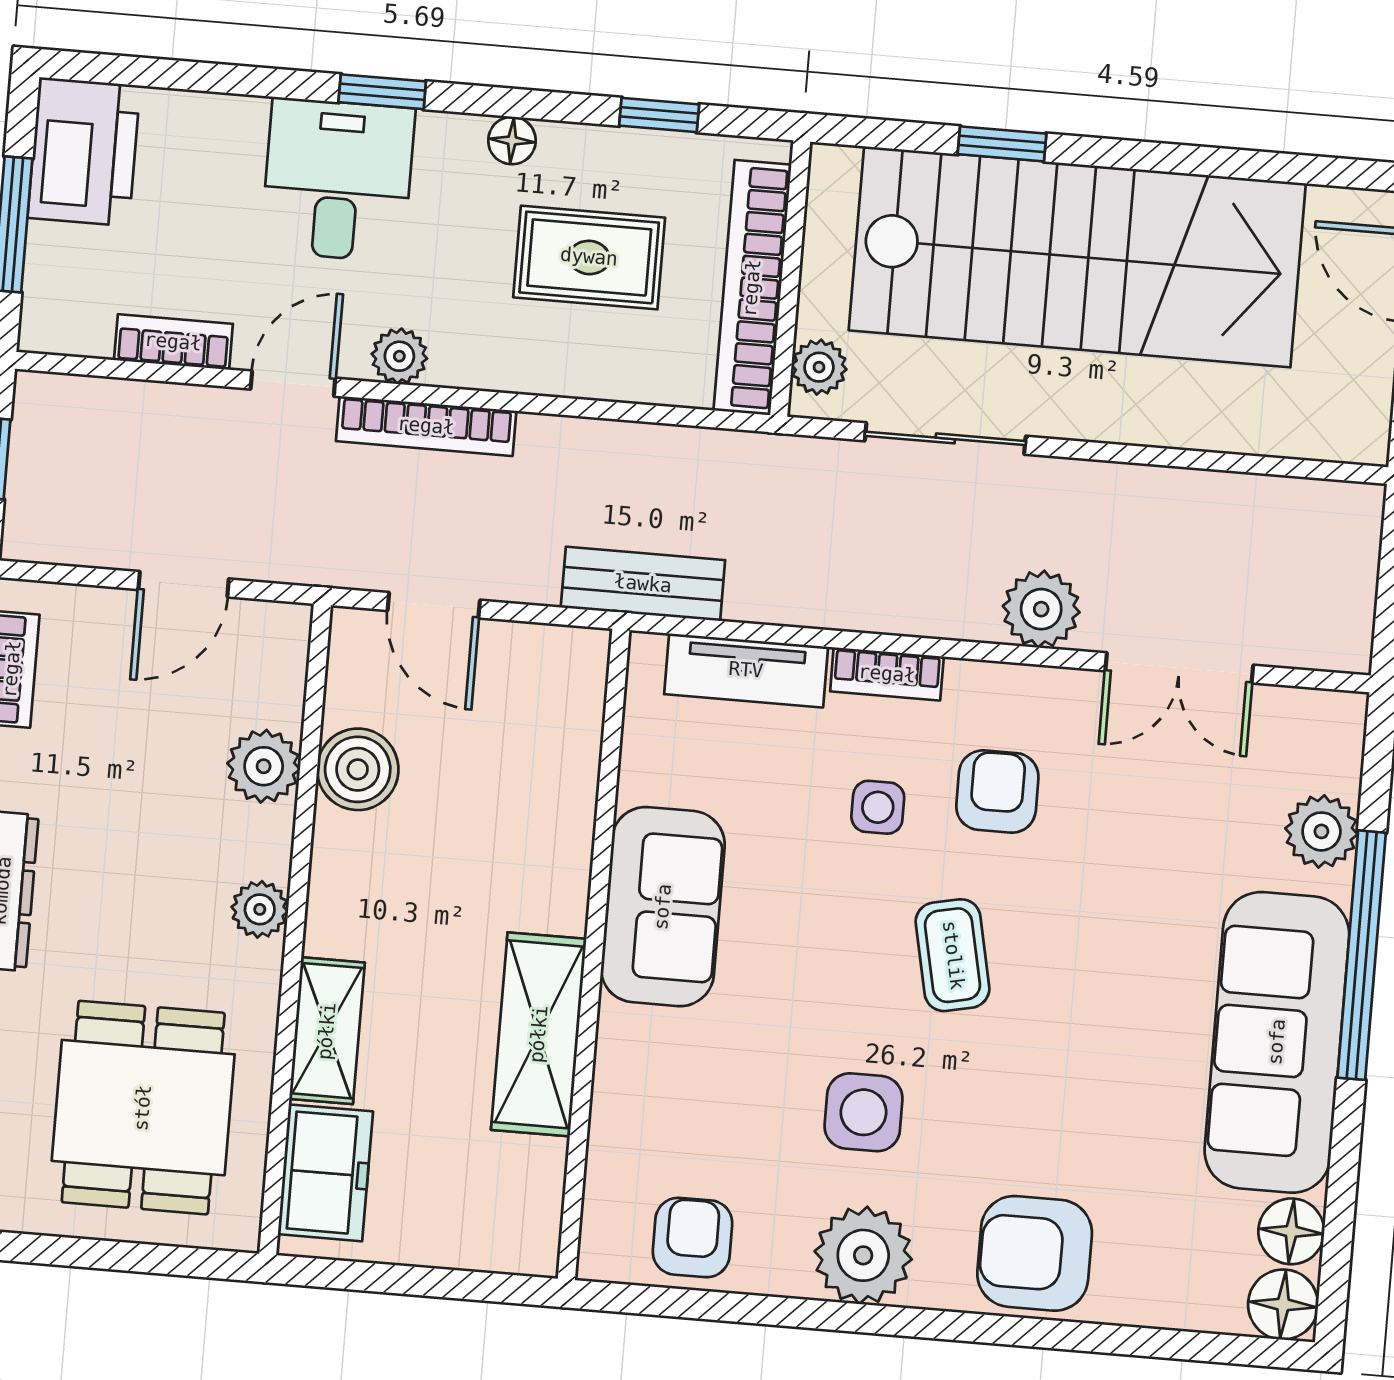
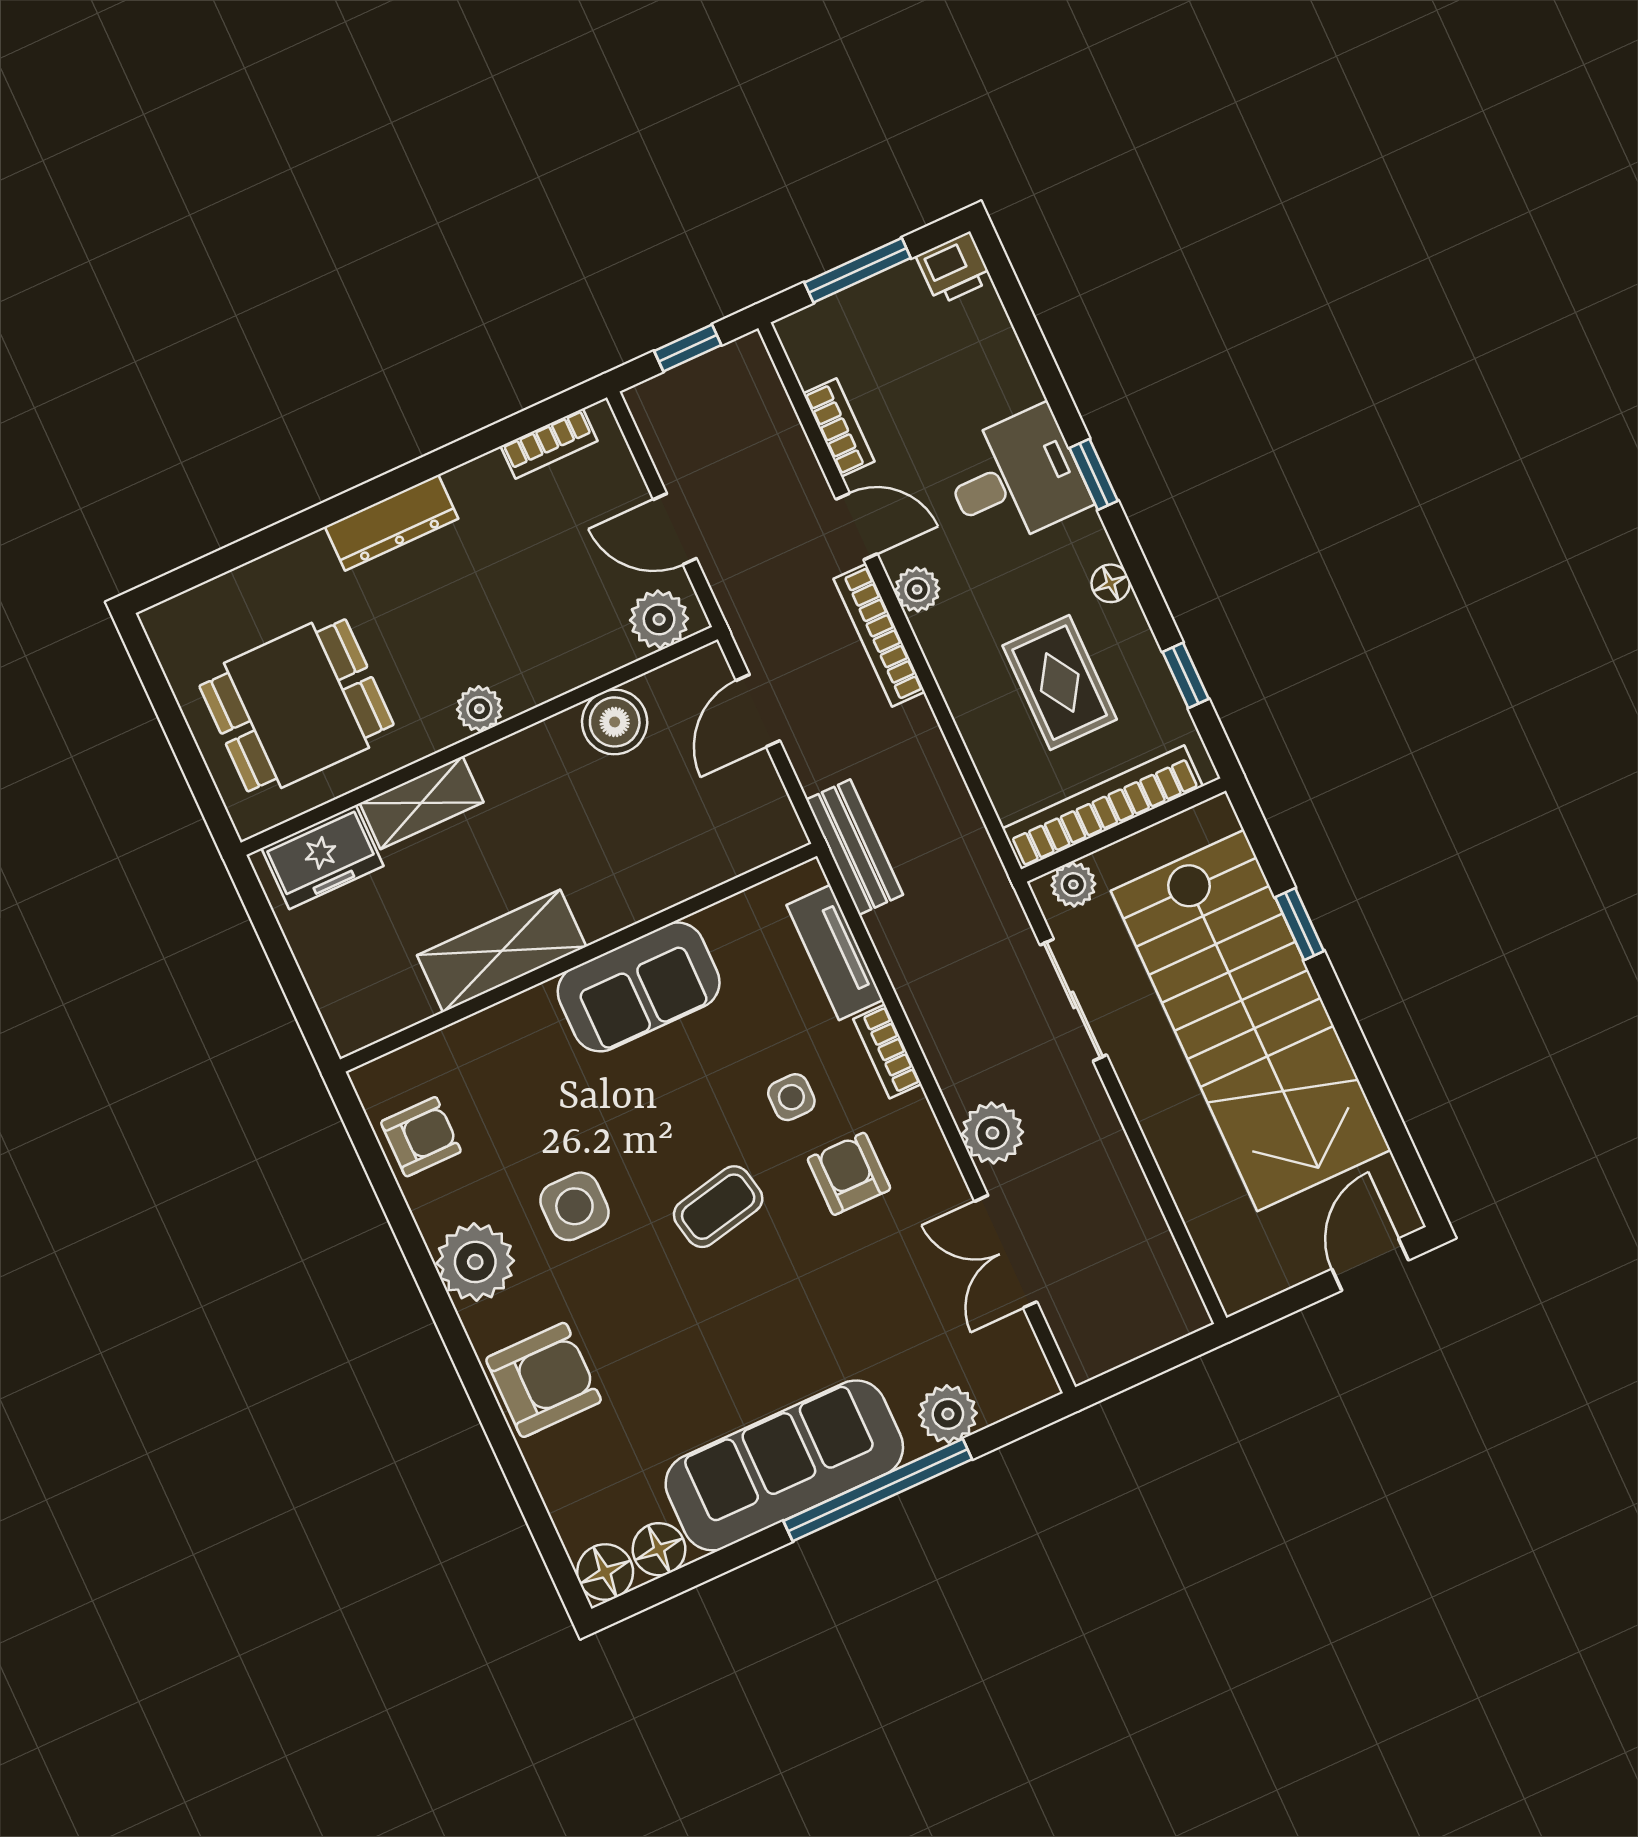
printer: (84, 152) -> (954, 268), width x0.53, depth x0.68
plant: (264, 766) -> (659, 619), moved
armchair: (997, 792) -> (849, 1174), turned -90
armchair: (1035, 1253) -> (544, 1380), turned 90

